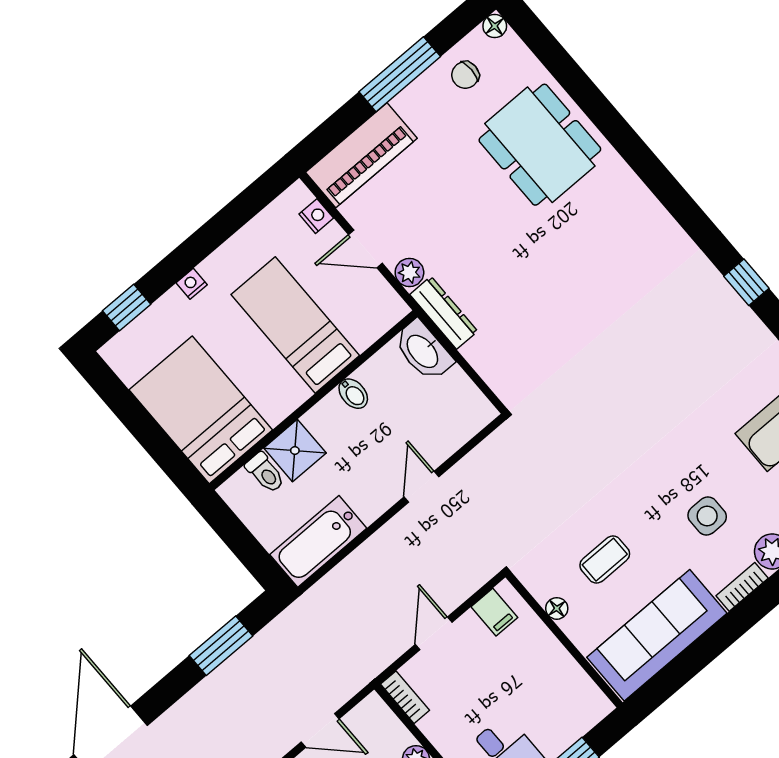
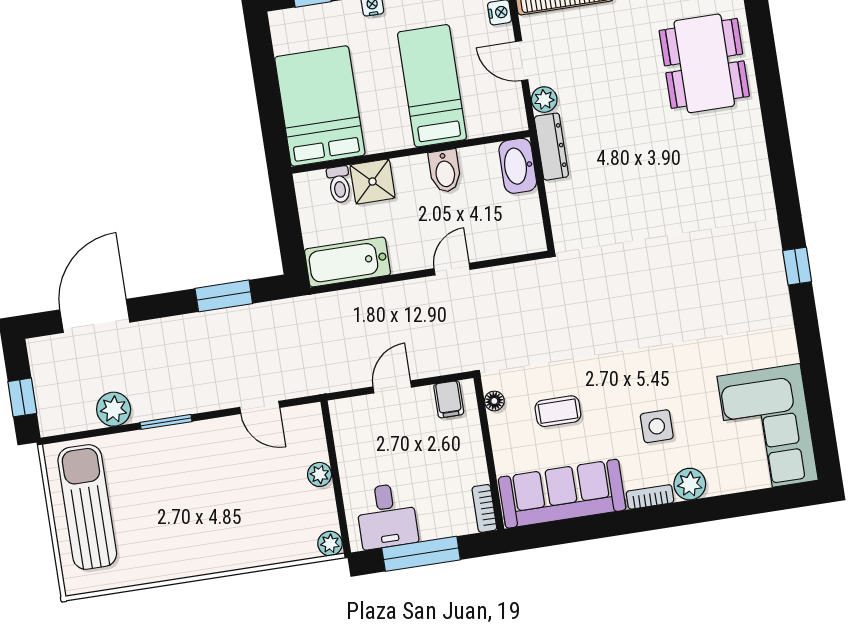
bidet: (353, 394) -> (445, 171), width x1.38, depth x1.36
floor lamp: (557, 608) -> (494, 401), moved
bookcase: (405, 697) -> (484, 508), moved, turned 180

